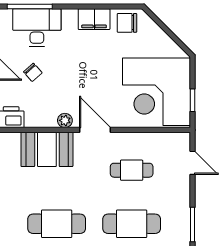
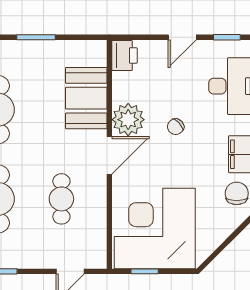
chair: (33, 72) -> (176, 127), moved
plant: (65, 120) -> (128, 120), width x1.87, depth x1.87

